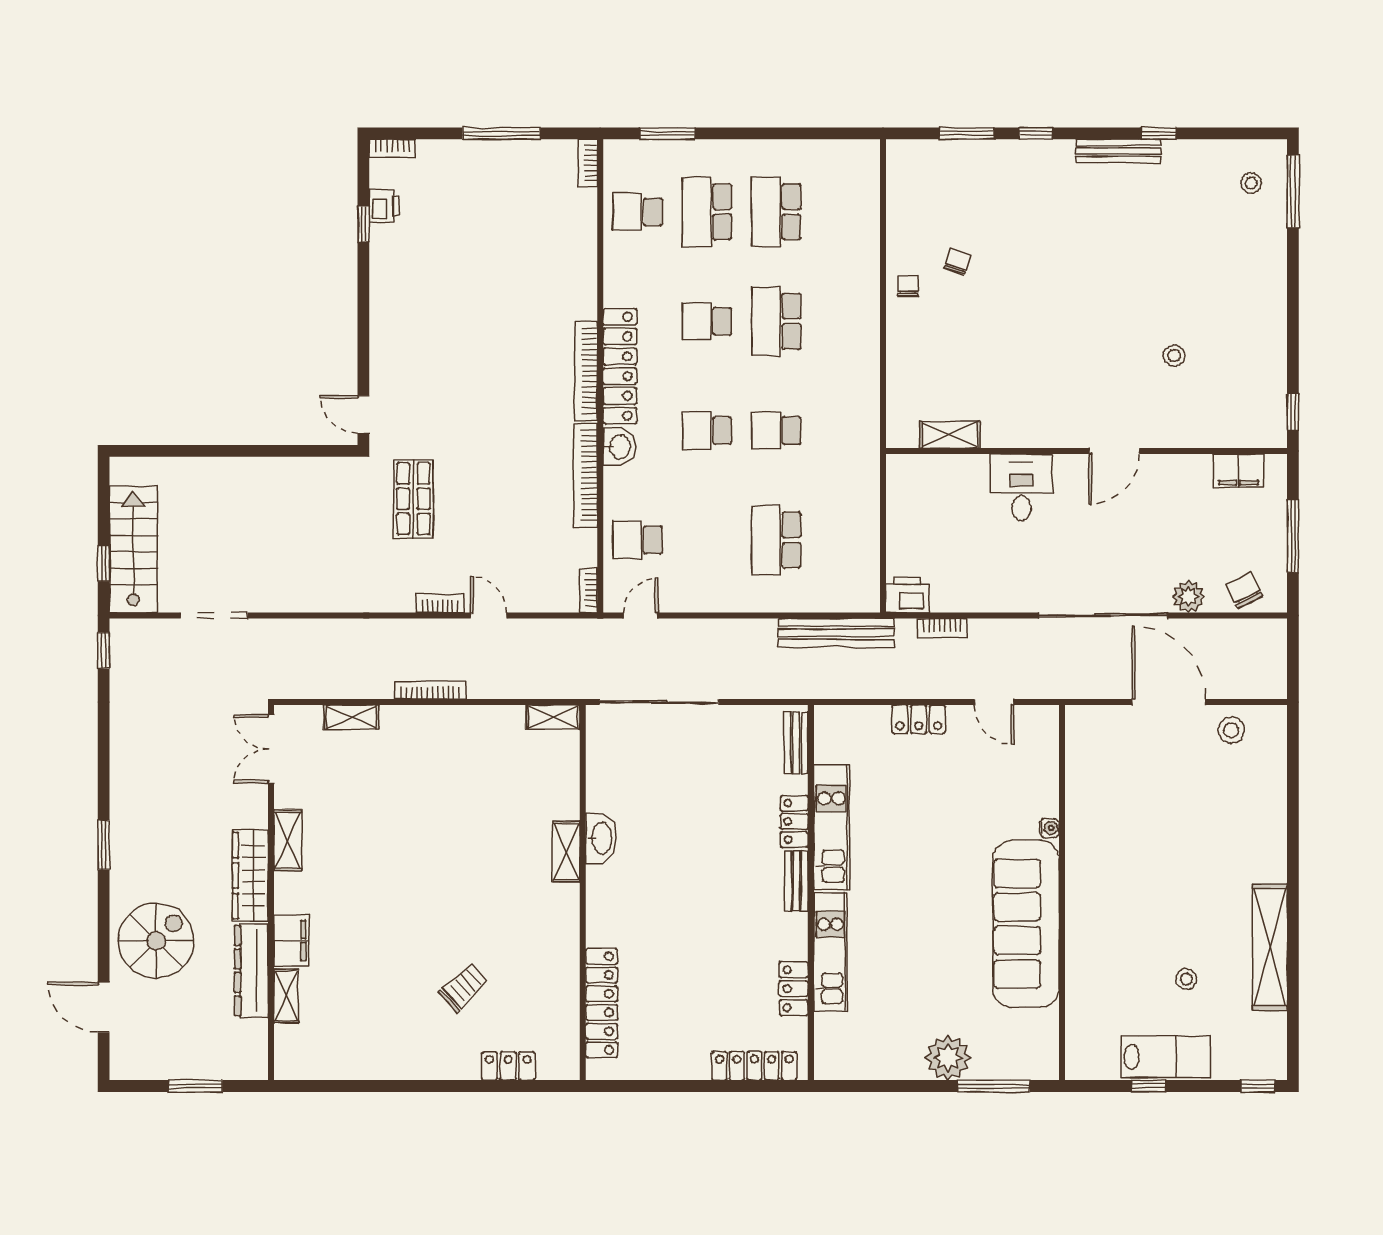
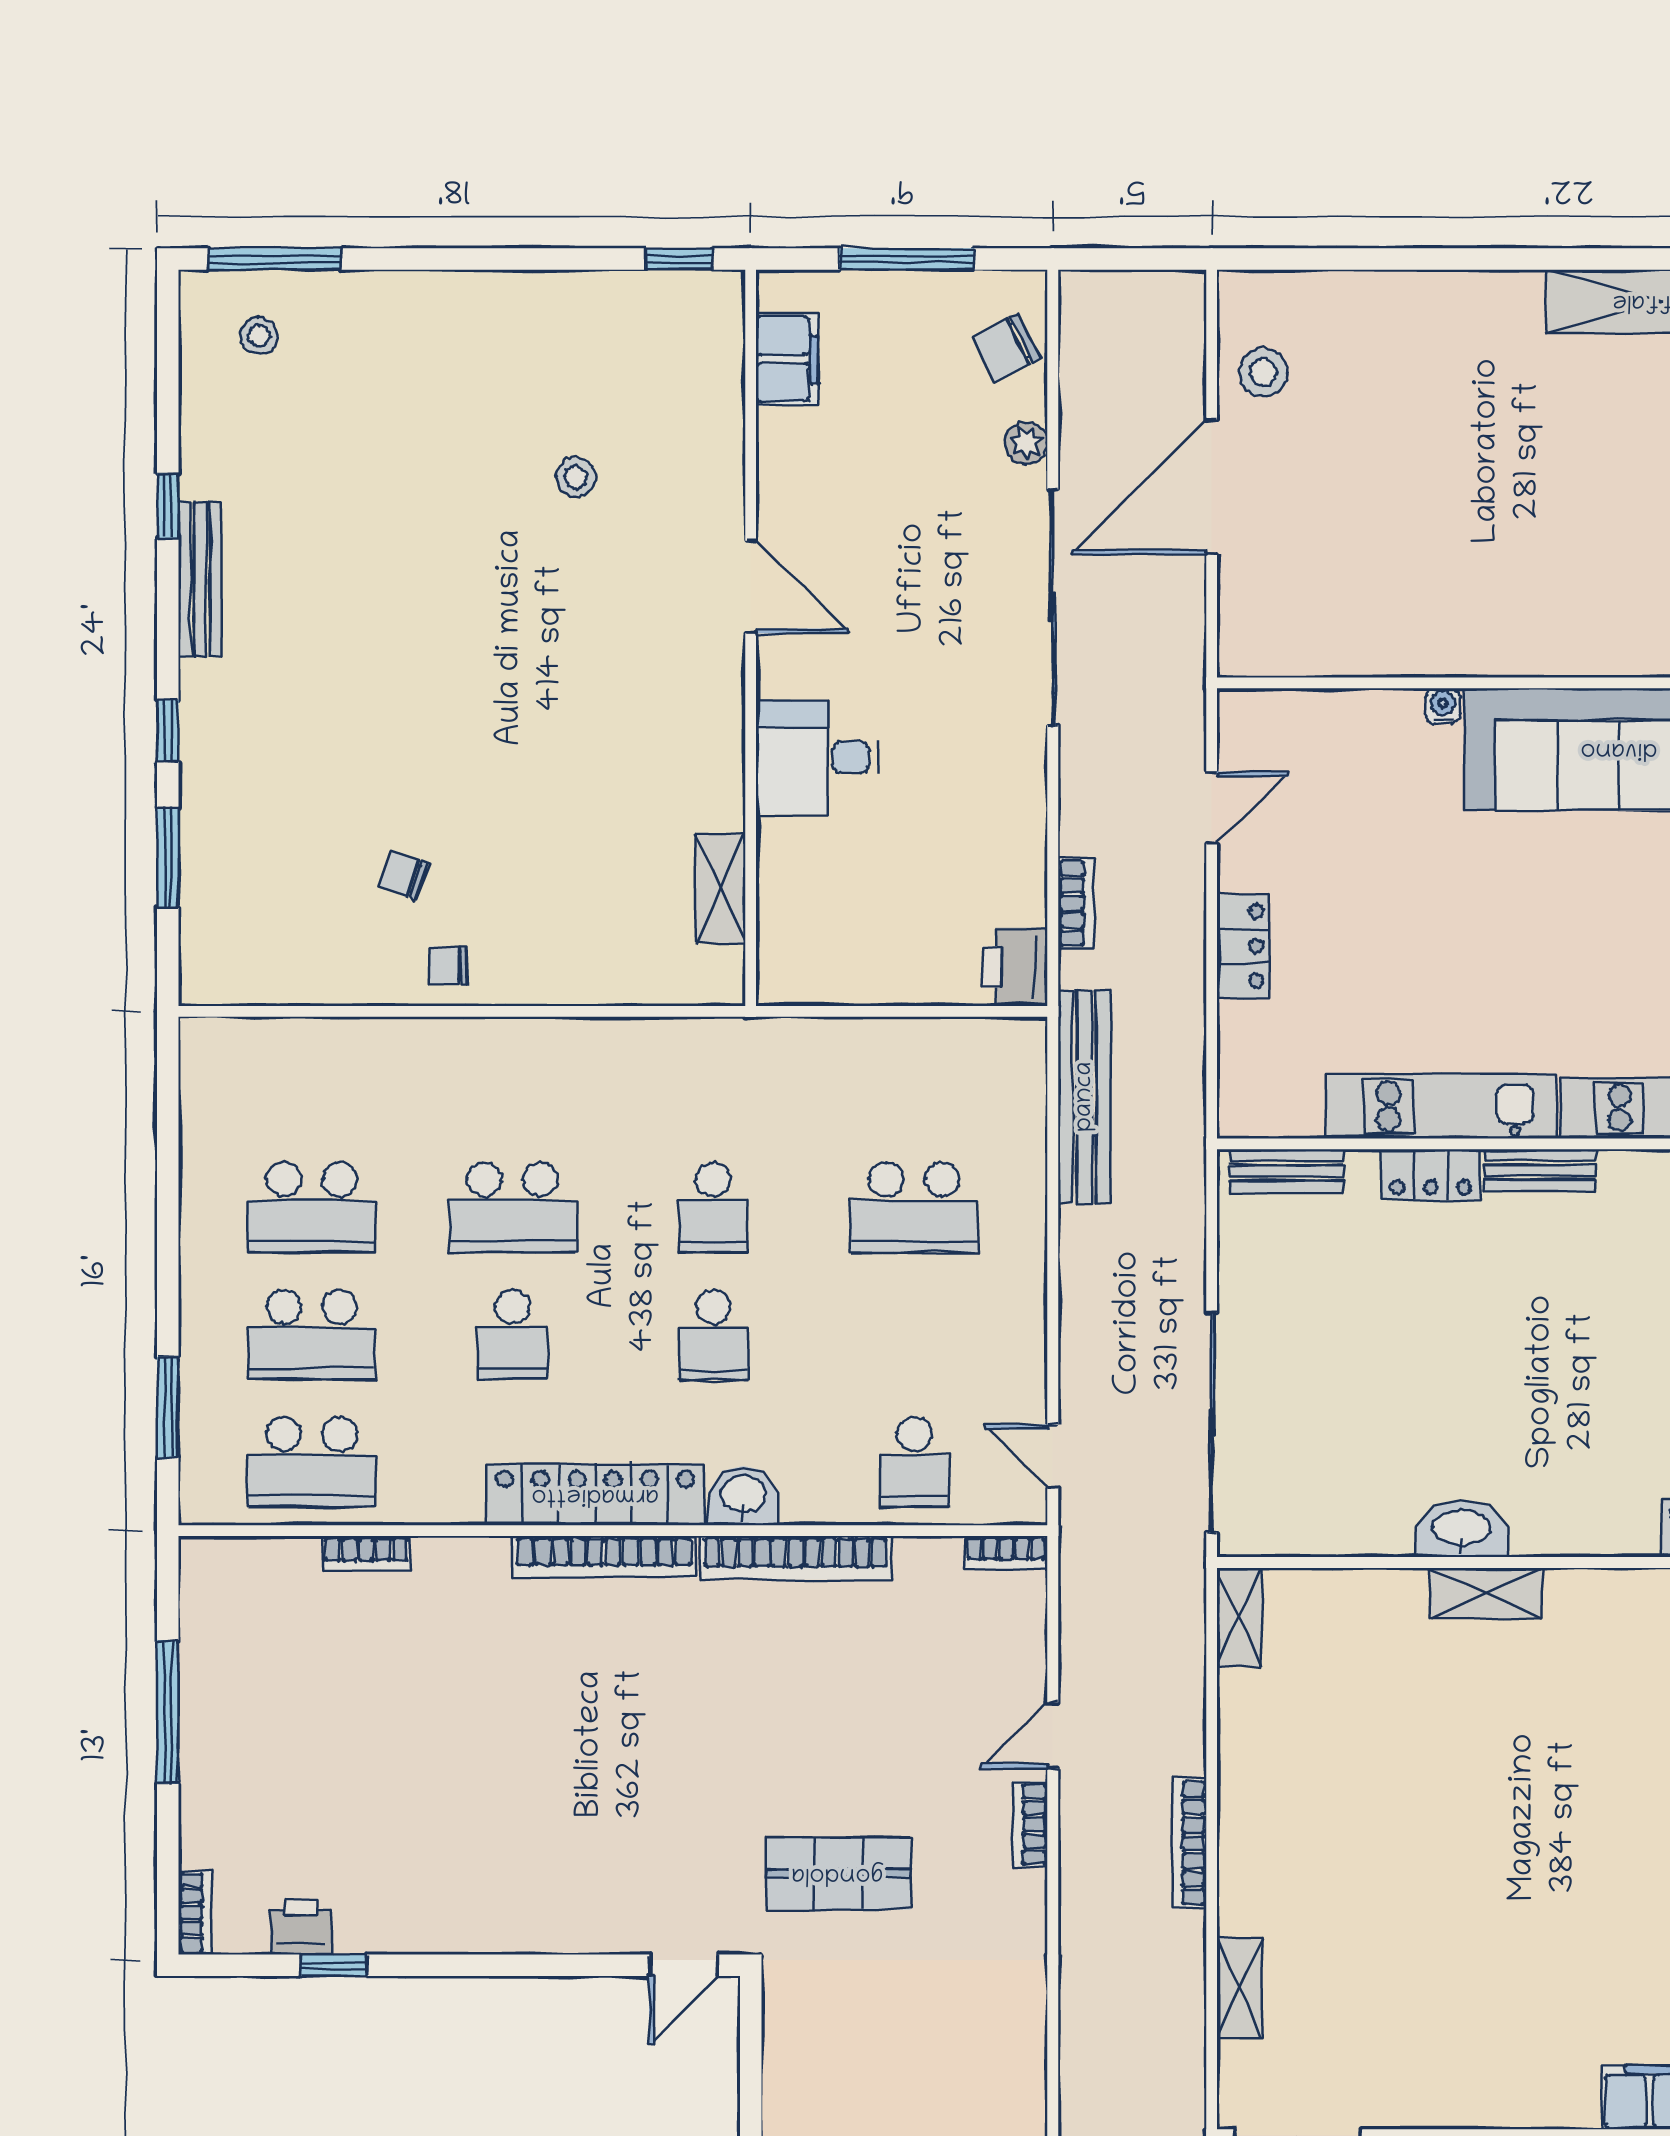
bookcase: (588, 163) -> (366, 1554), moved
school desk: (638, 212) -> (312, 1462), width x1.85
plant: (1188, 597) -> (1026, 443), width x0.73, depth x0.73
shelving: (288, 840) -> (1465, 2104), removed

